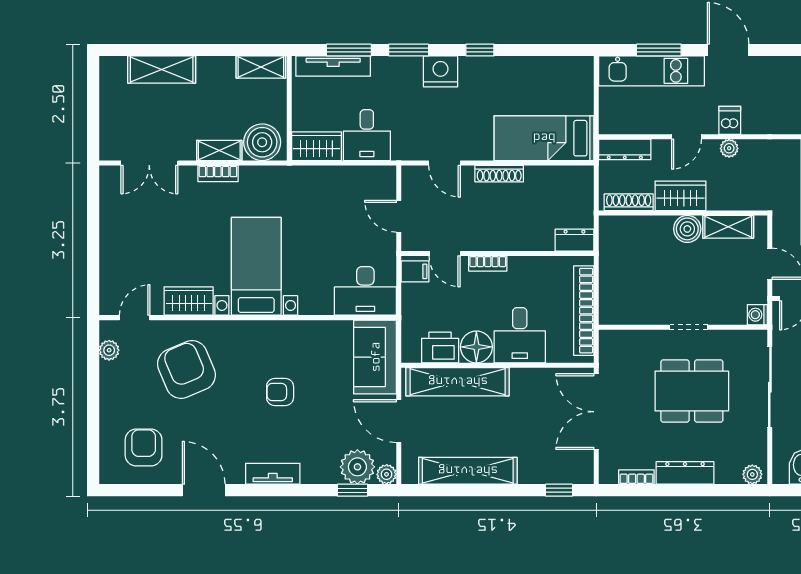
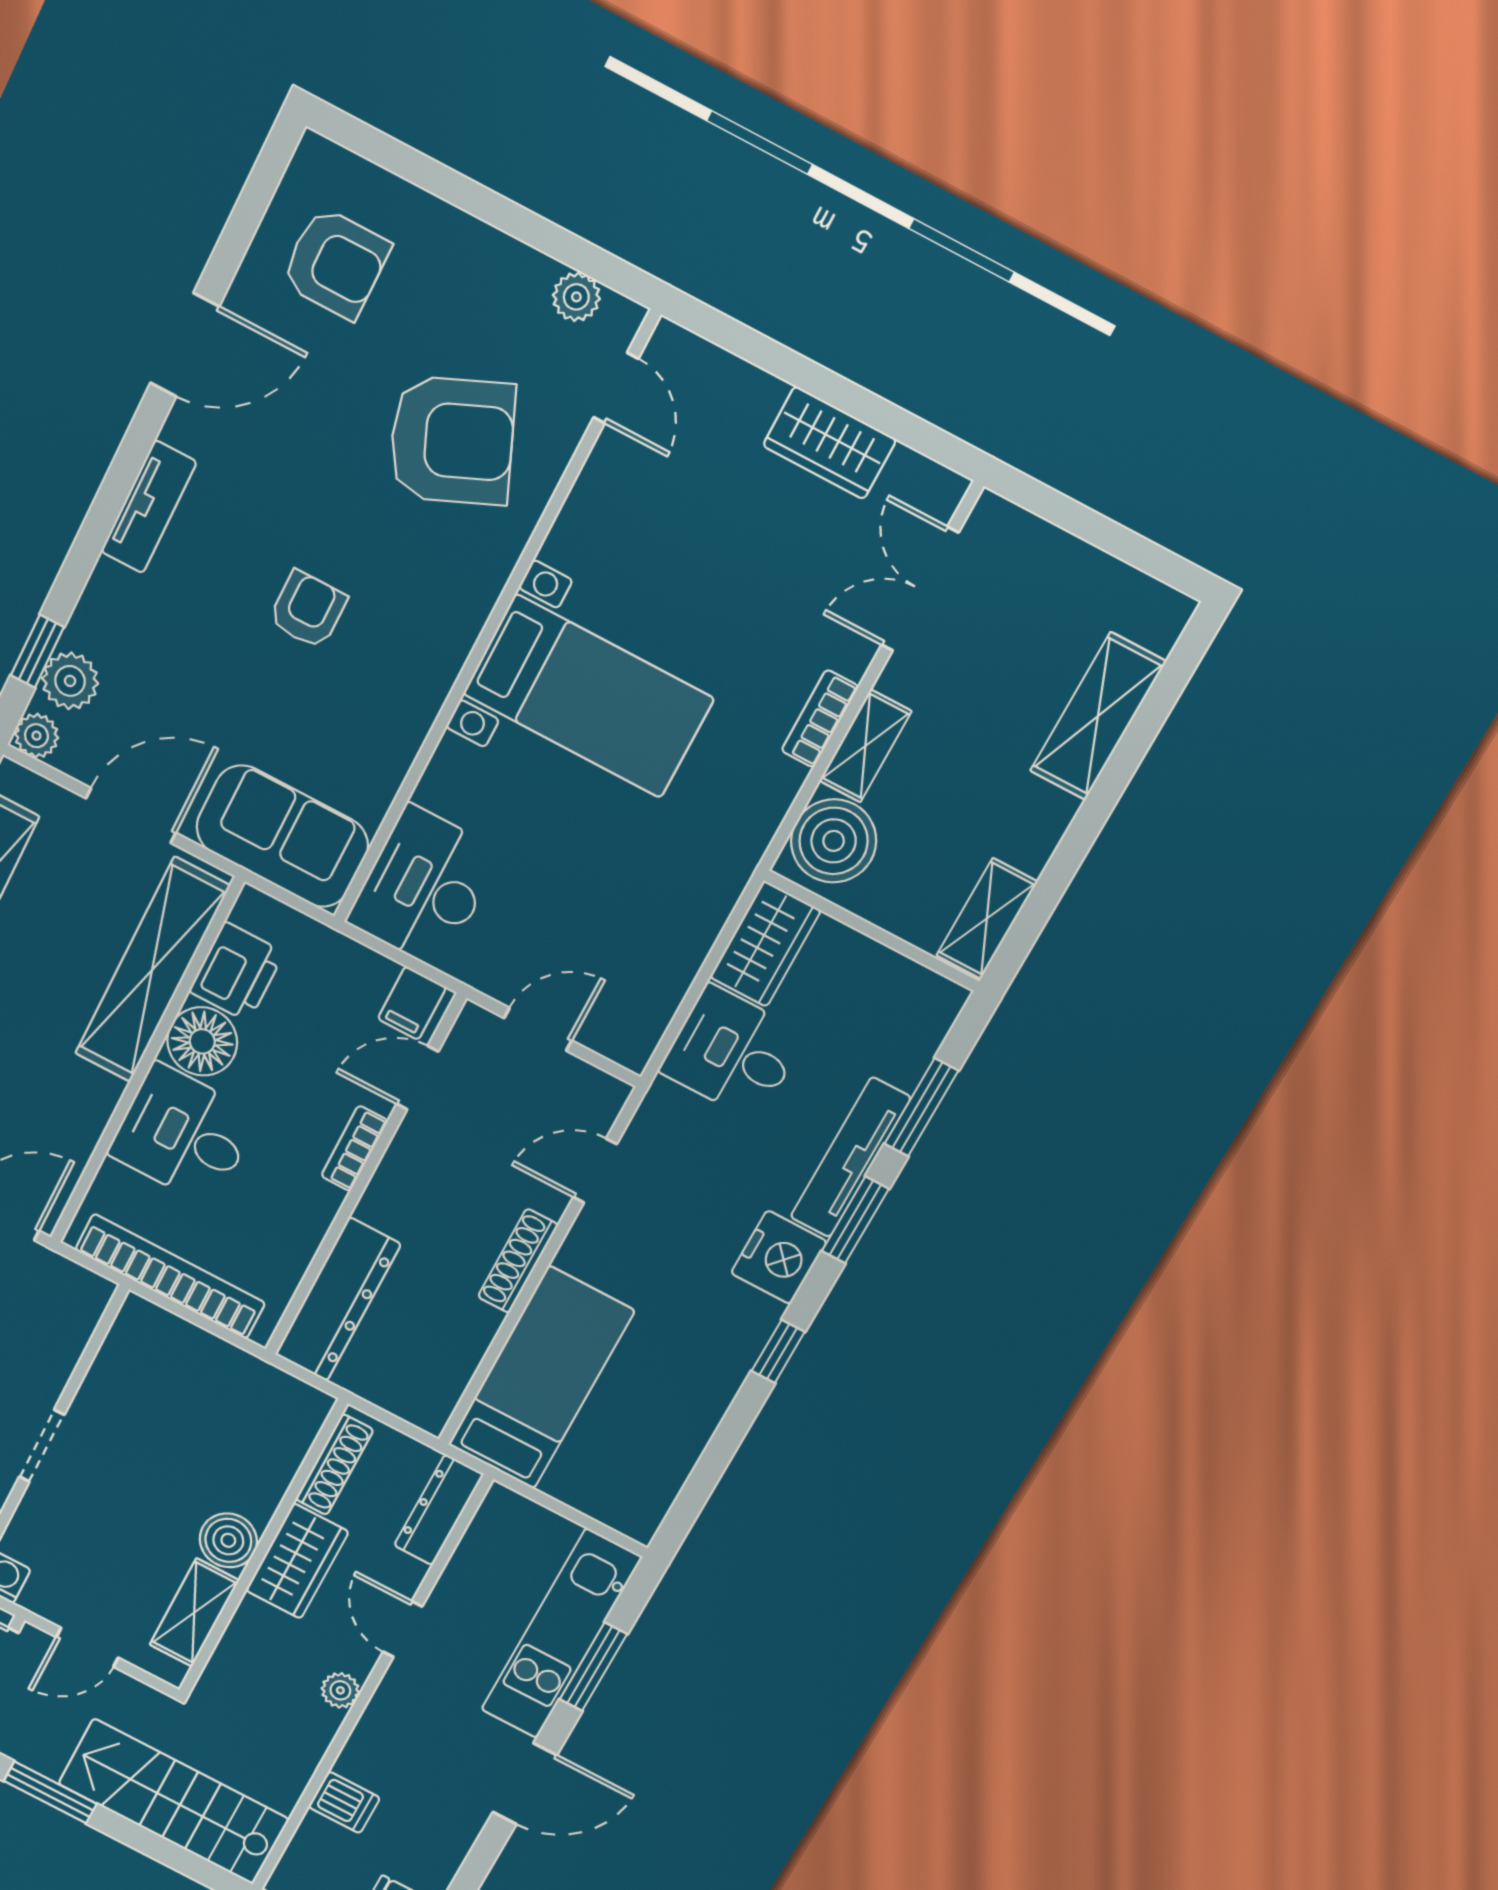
tv unit: (333, 66) -> (850, 1157), moved
dishwasher: (730, 120) -> (344, 1802), moved
dresser: (574, 240) -> (338, 1299), width x1.96, depth x1.24
wardrobe: (189, 301) -> (829, 443), moved, turned 90
plant: (357, 467) -> (70, 681), width x0.73, depth x0.73

